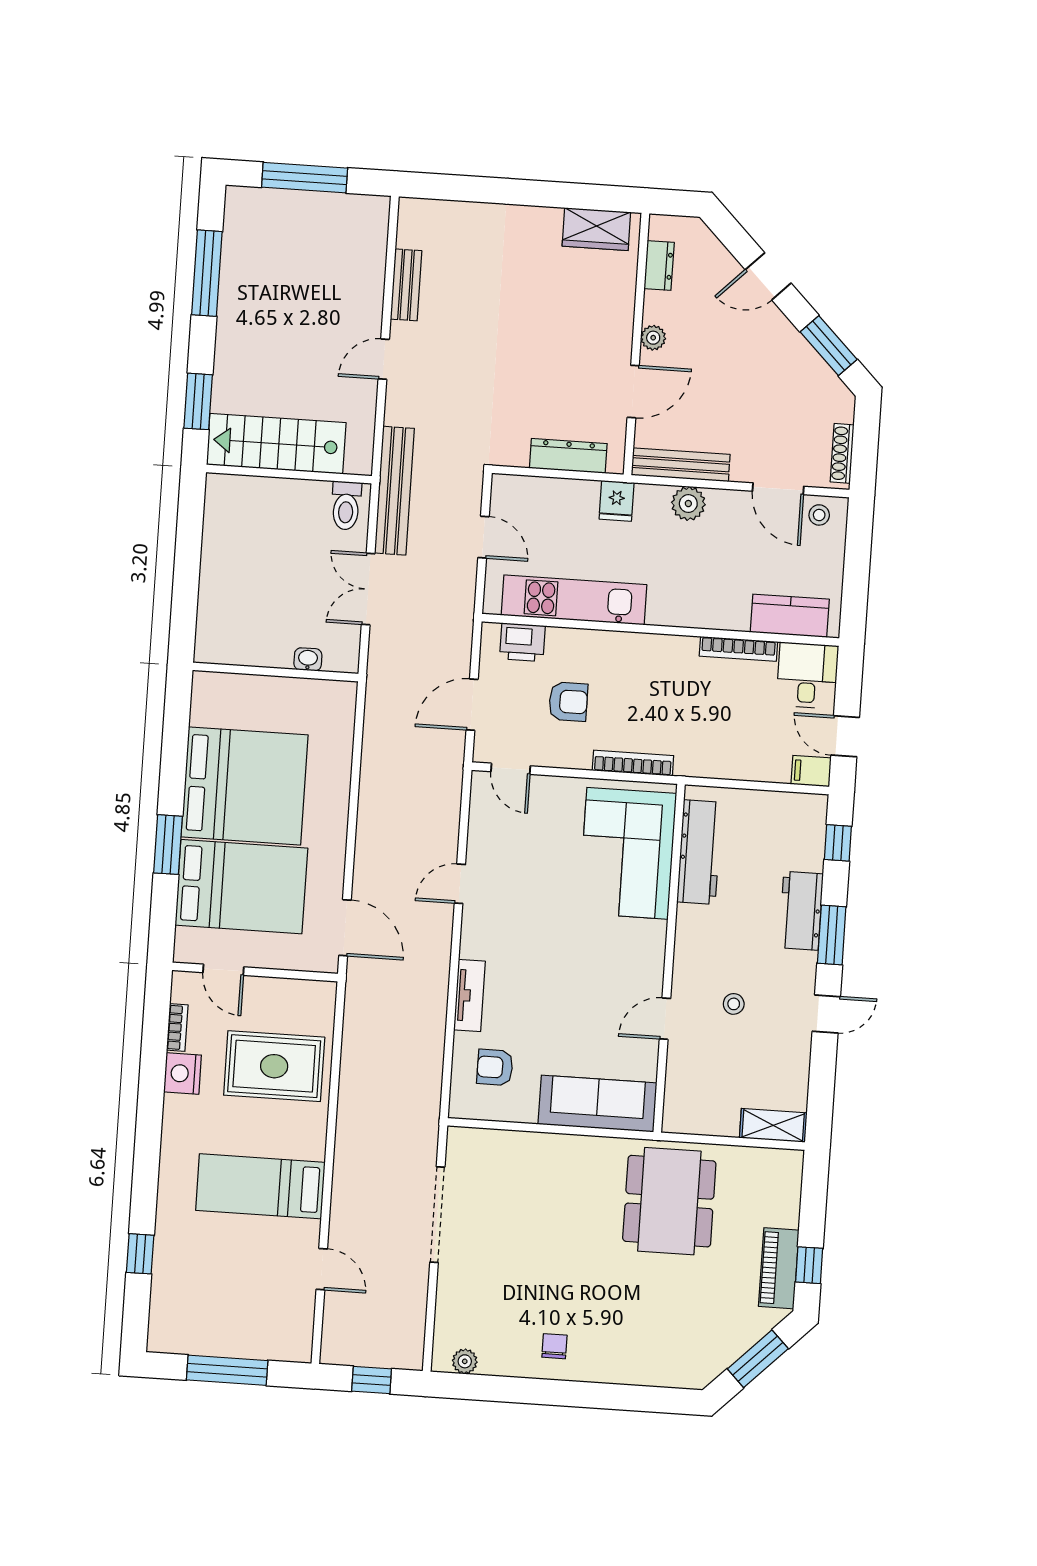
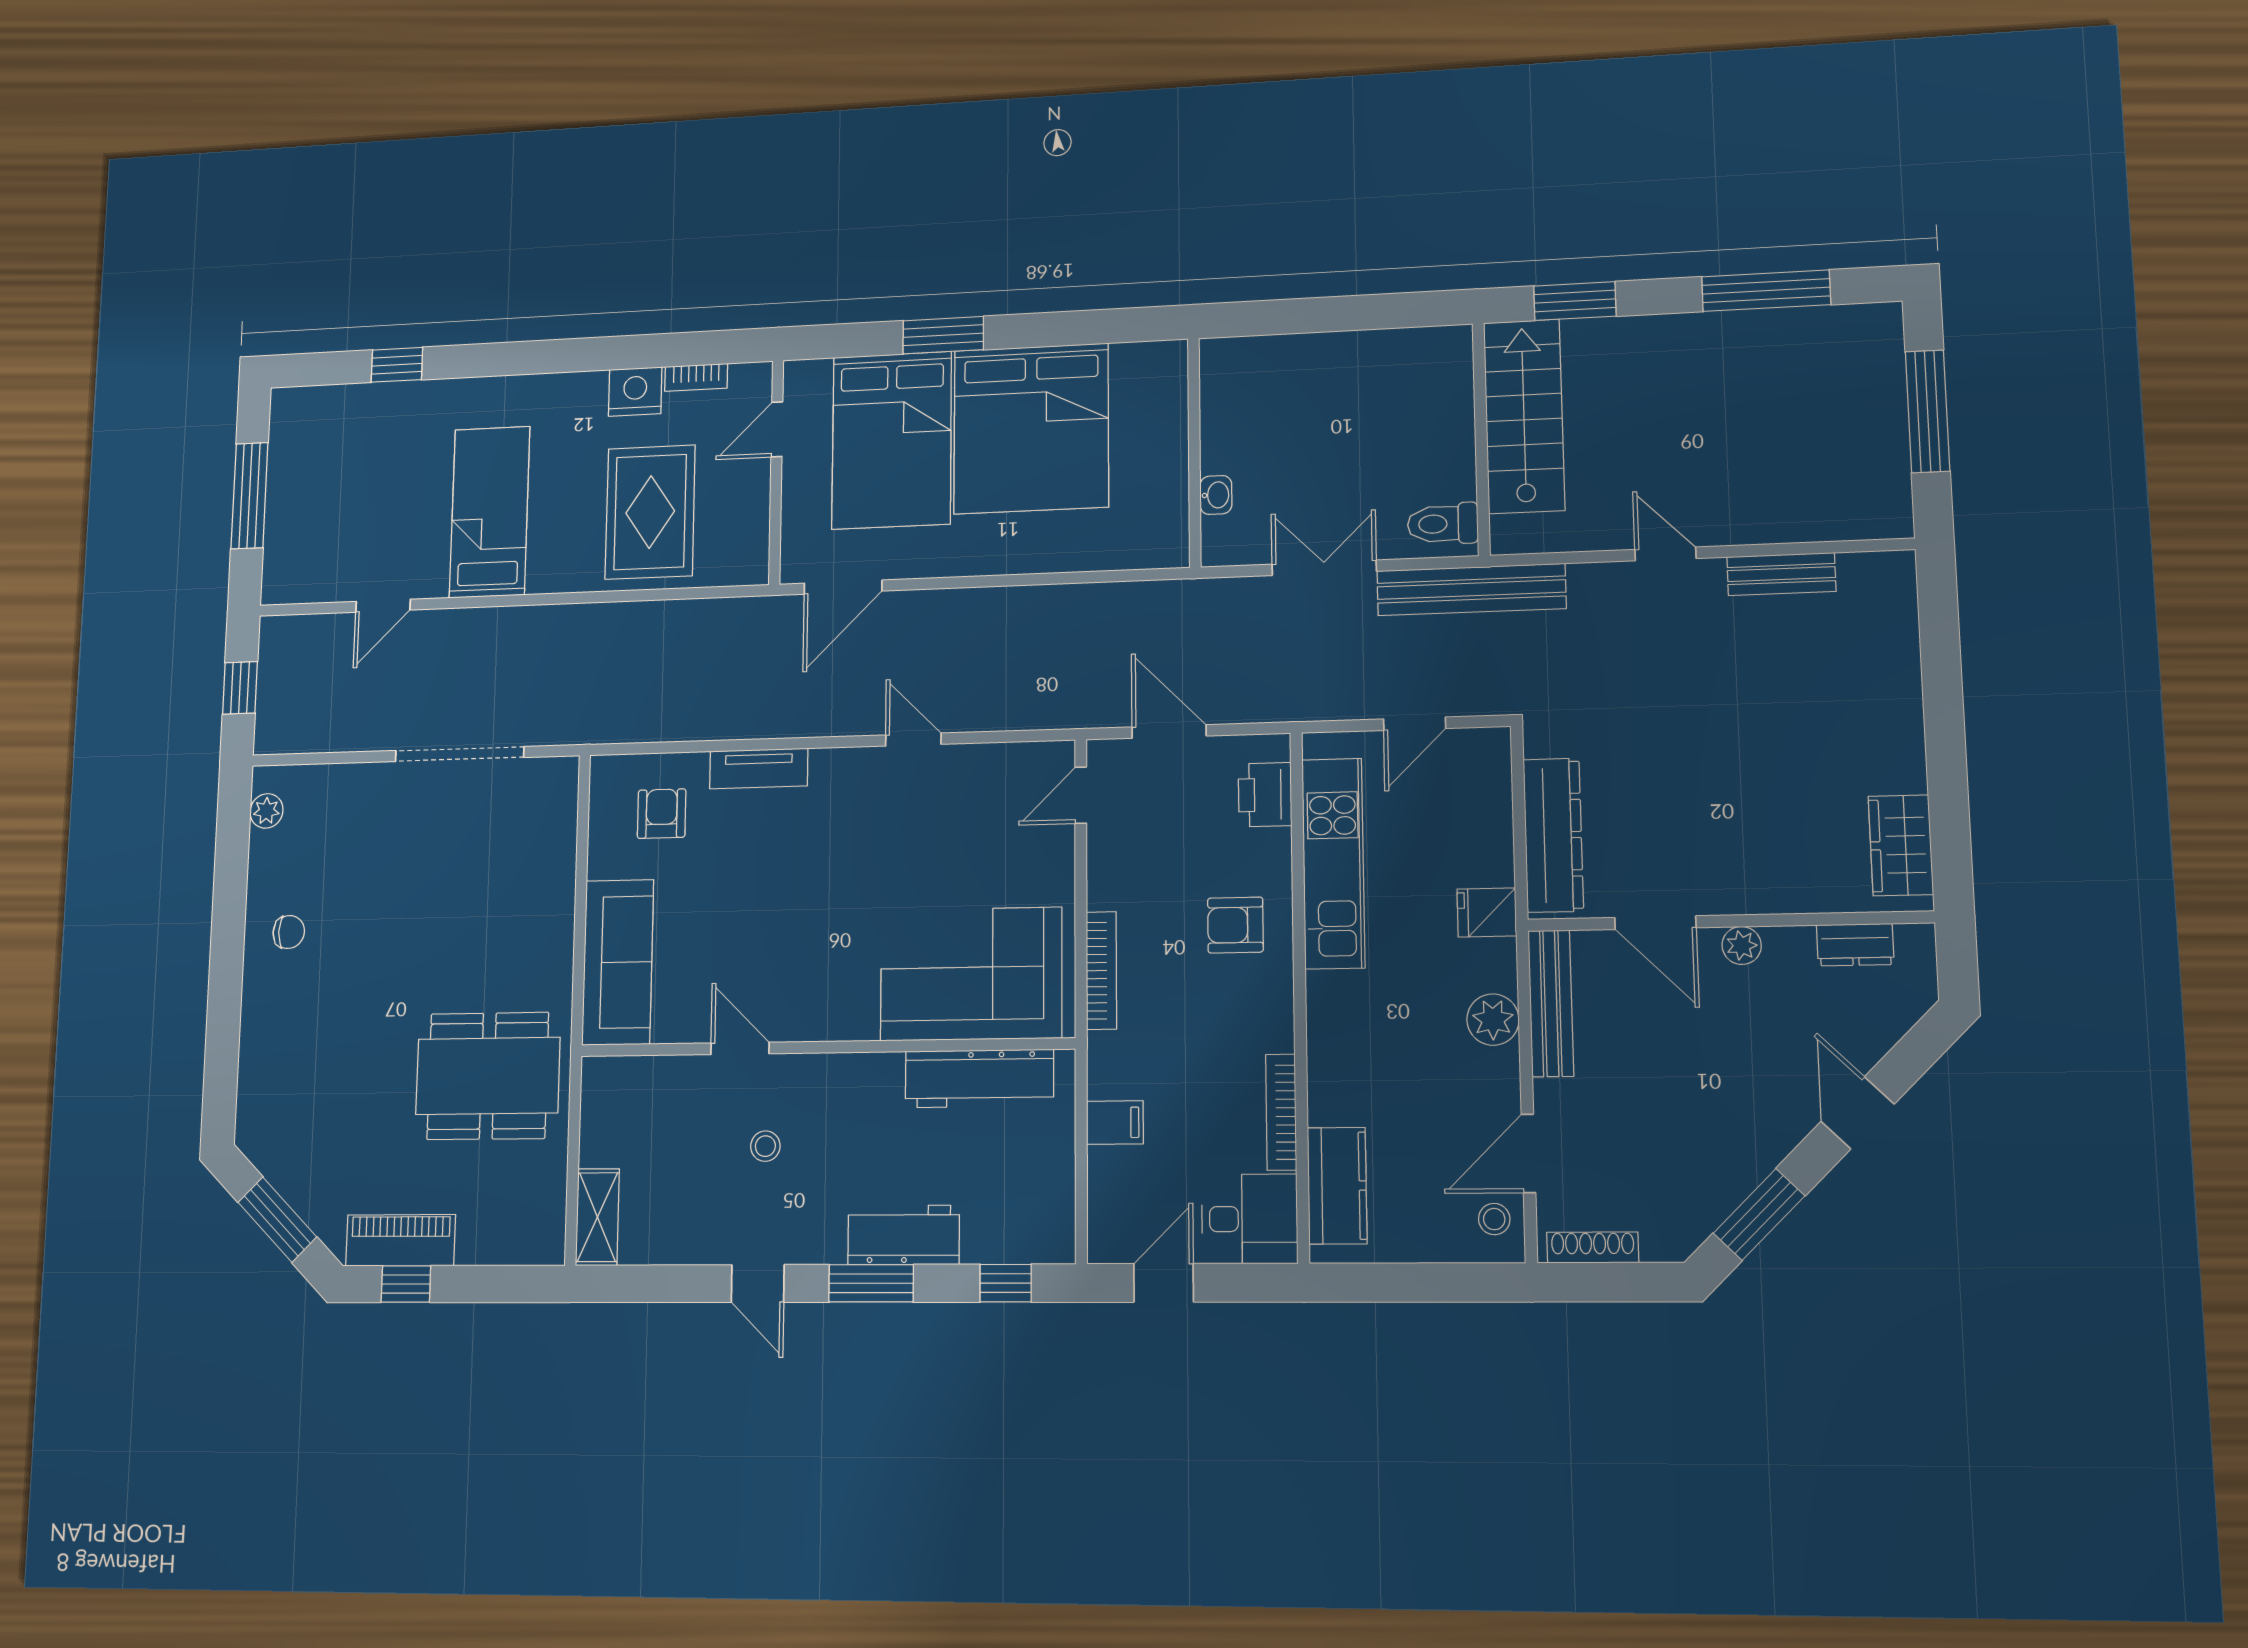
dresser: (568, 456) -> (1553, 835), width x1.37, depth x1.24
armchair: (568, 702) -> (1235, 925), moved, turned 90
filing cabinet: (811, 771) -> (1115, 1123), moved, turned 90

